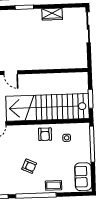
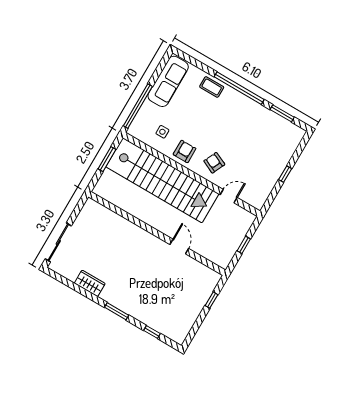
armchair: (29, 166) -> (214, 163), moved
sofa: (83, 177) -> (168, 81), width x1.36

